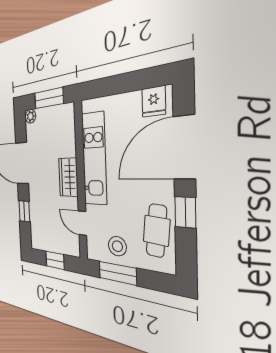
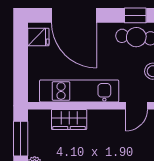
wardrobe: (68, 177) -> (69, 119), moved
window: (185, 212) -> (135, 15), moved

